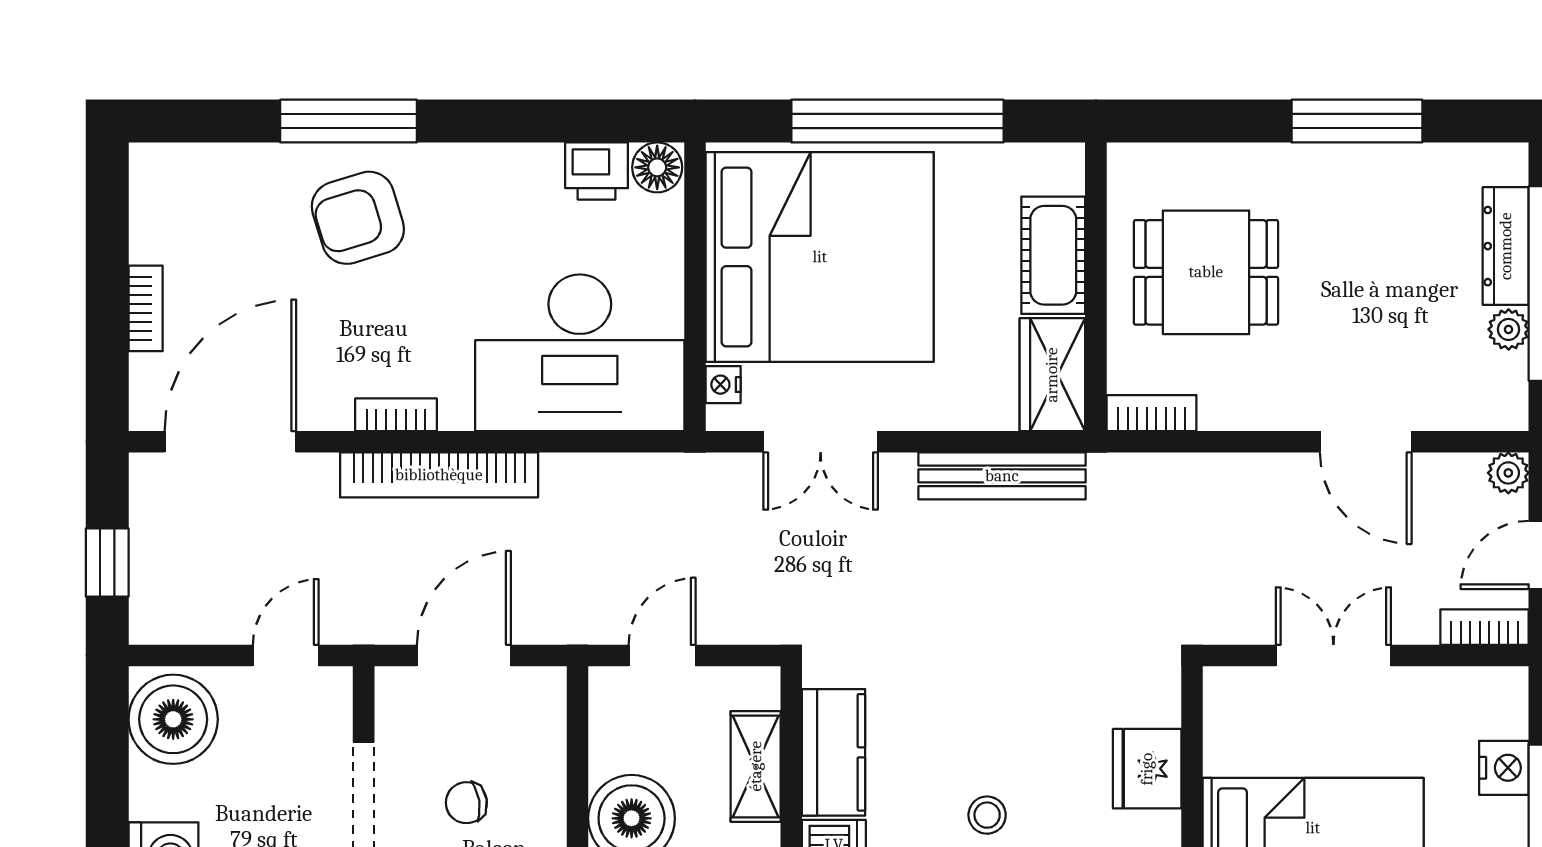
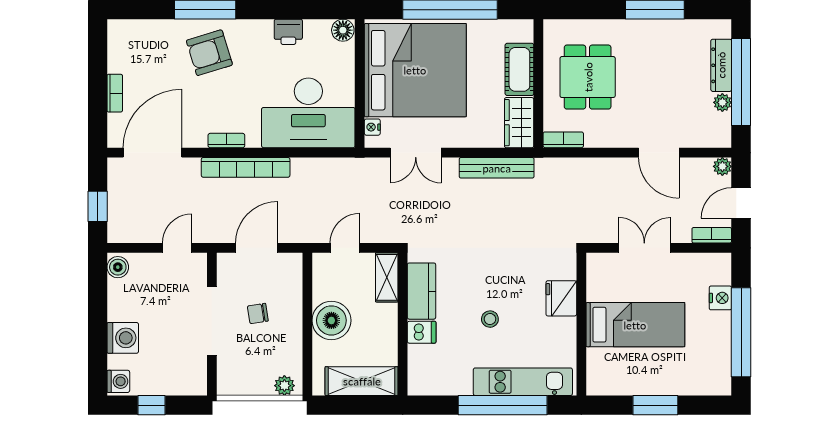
printer: (597, 171) -> (288, 32), moved
dining table: (1206, 272) -> (588, 77), turned 90
boiler: (173, 719) -> (118, 267), width x0.54, depth x0.54
shelving: (756, 766) -> (387, 277), moved

